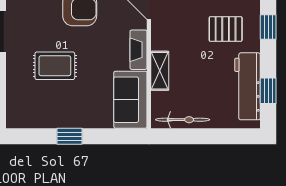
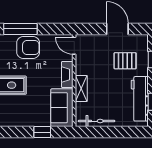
window: (69, 136) -> (42, 132), moved

